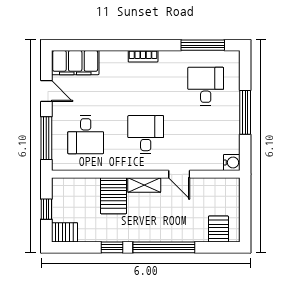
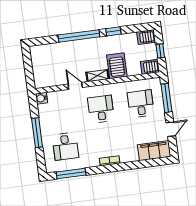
door: (46, 91) -> (171, 129), swing flipped
desk: (146, 135) -> (101, 109), turned 180
server rack: (218, 229) -> (150, 67), moved, turned 90

